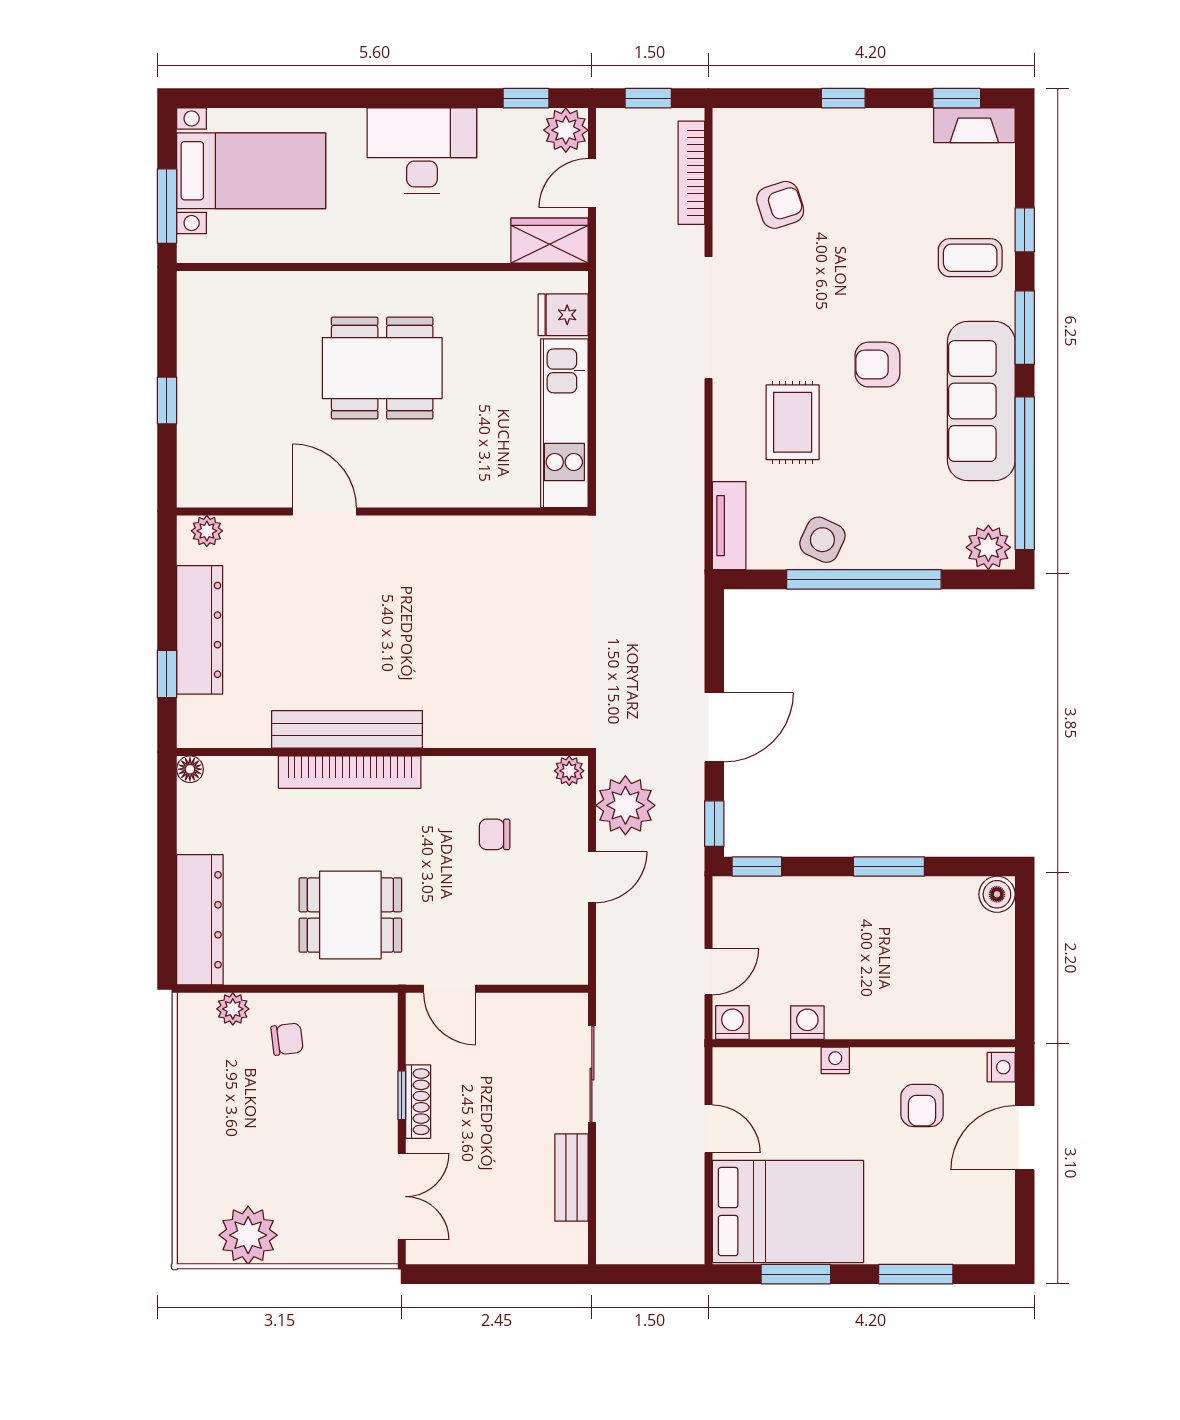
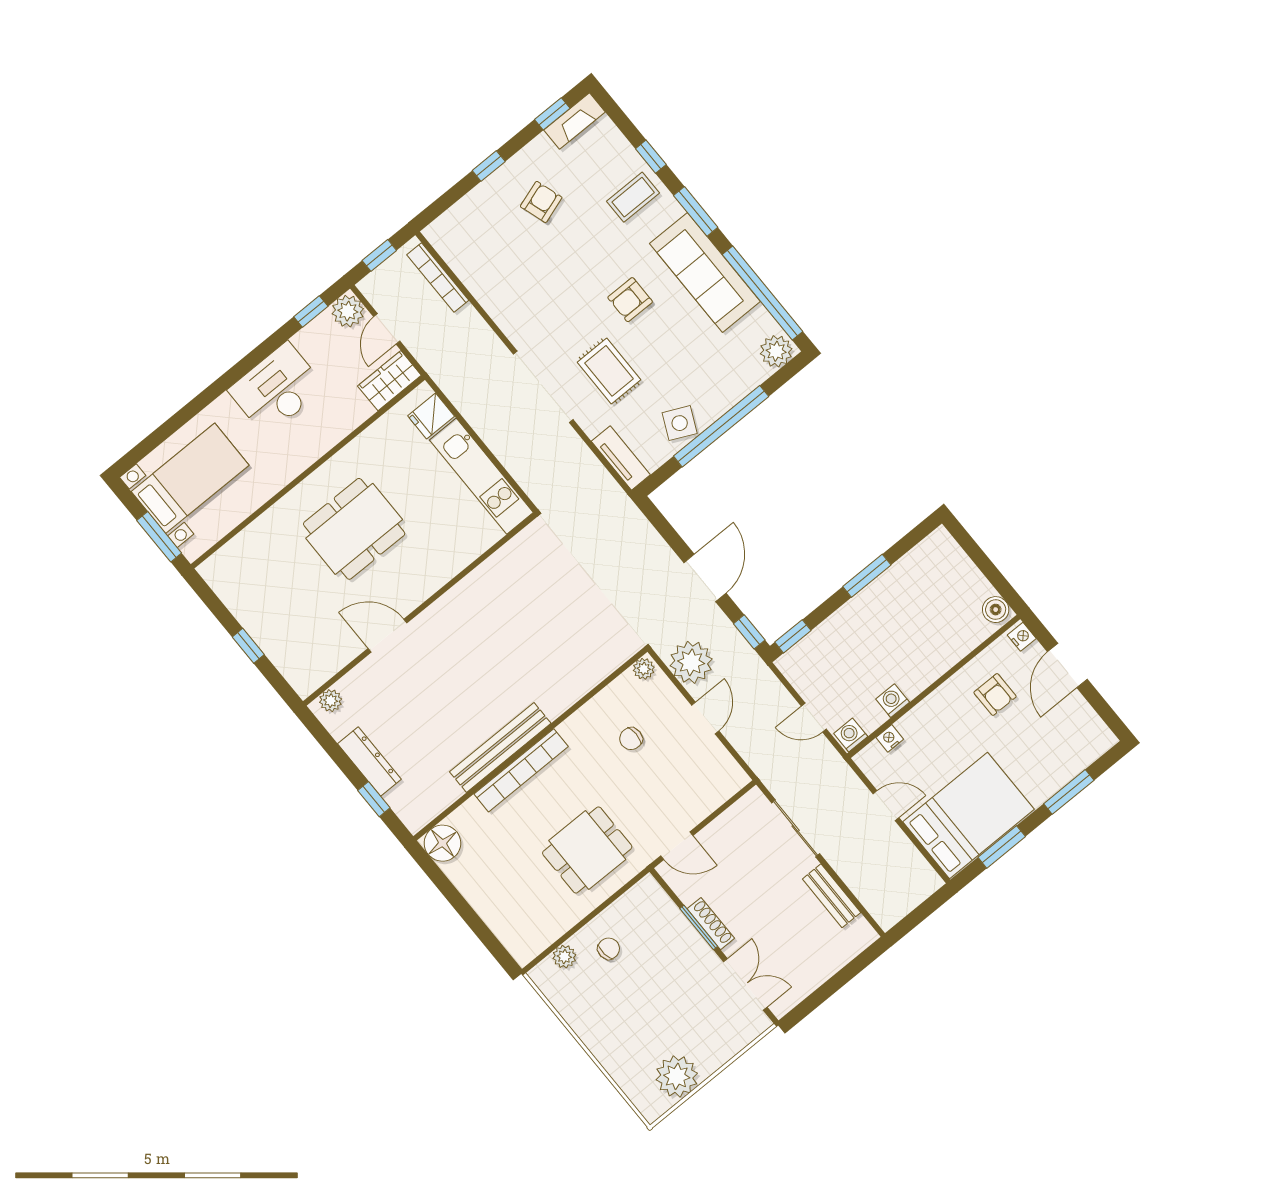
armchair: (780, 205) -> (541, 202), moved
doorway: (708, 318) -> (543, 387), moved
dresser: (200, 630) -> (369, 761), width x0.73, depth x0.80
floor lamp: (190, 769) -> (442, 843), width x1.89, depth x1.89
boiler: (997, 894) -> (996, 610), moved
dresser: (200, 920) -> (505, 922), removed
door: (708, 972) -> (814, 718), swing flipped
nightstand: (835, 1060) -> (890, 738), moved
window: (402, 1095) -> (699, 927), width x1.50

